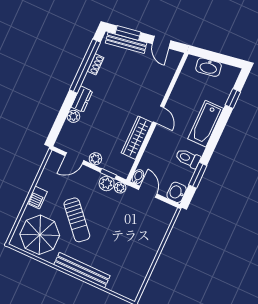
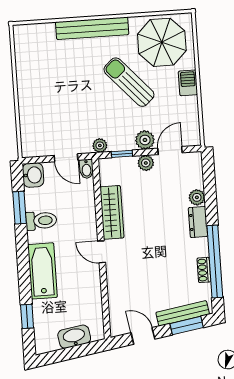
plant: (107, 183) -> (145, 140), moved

